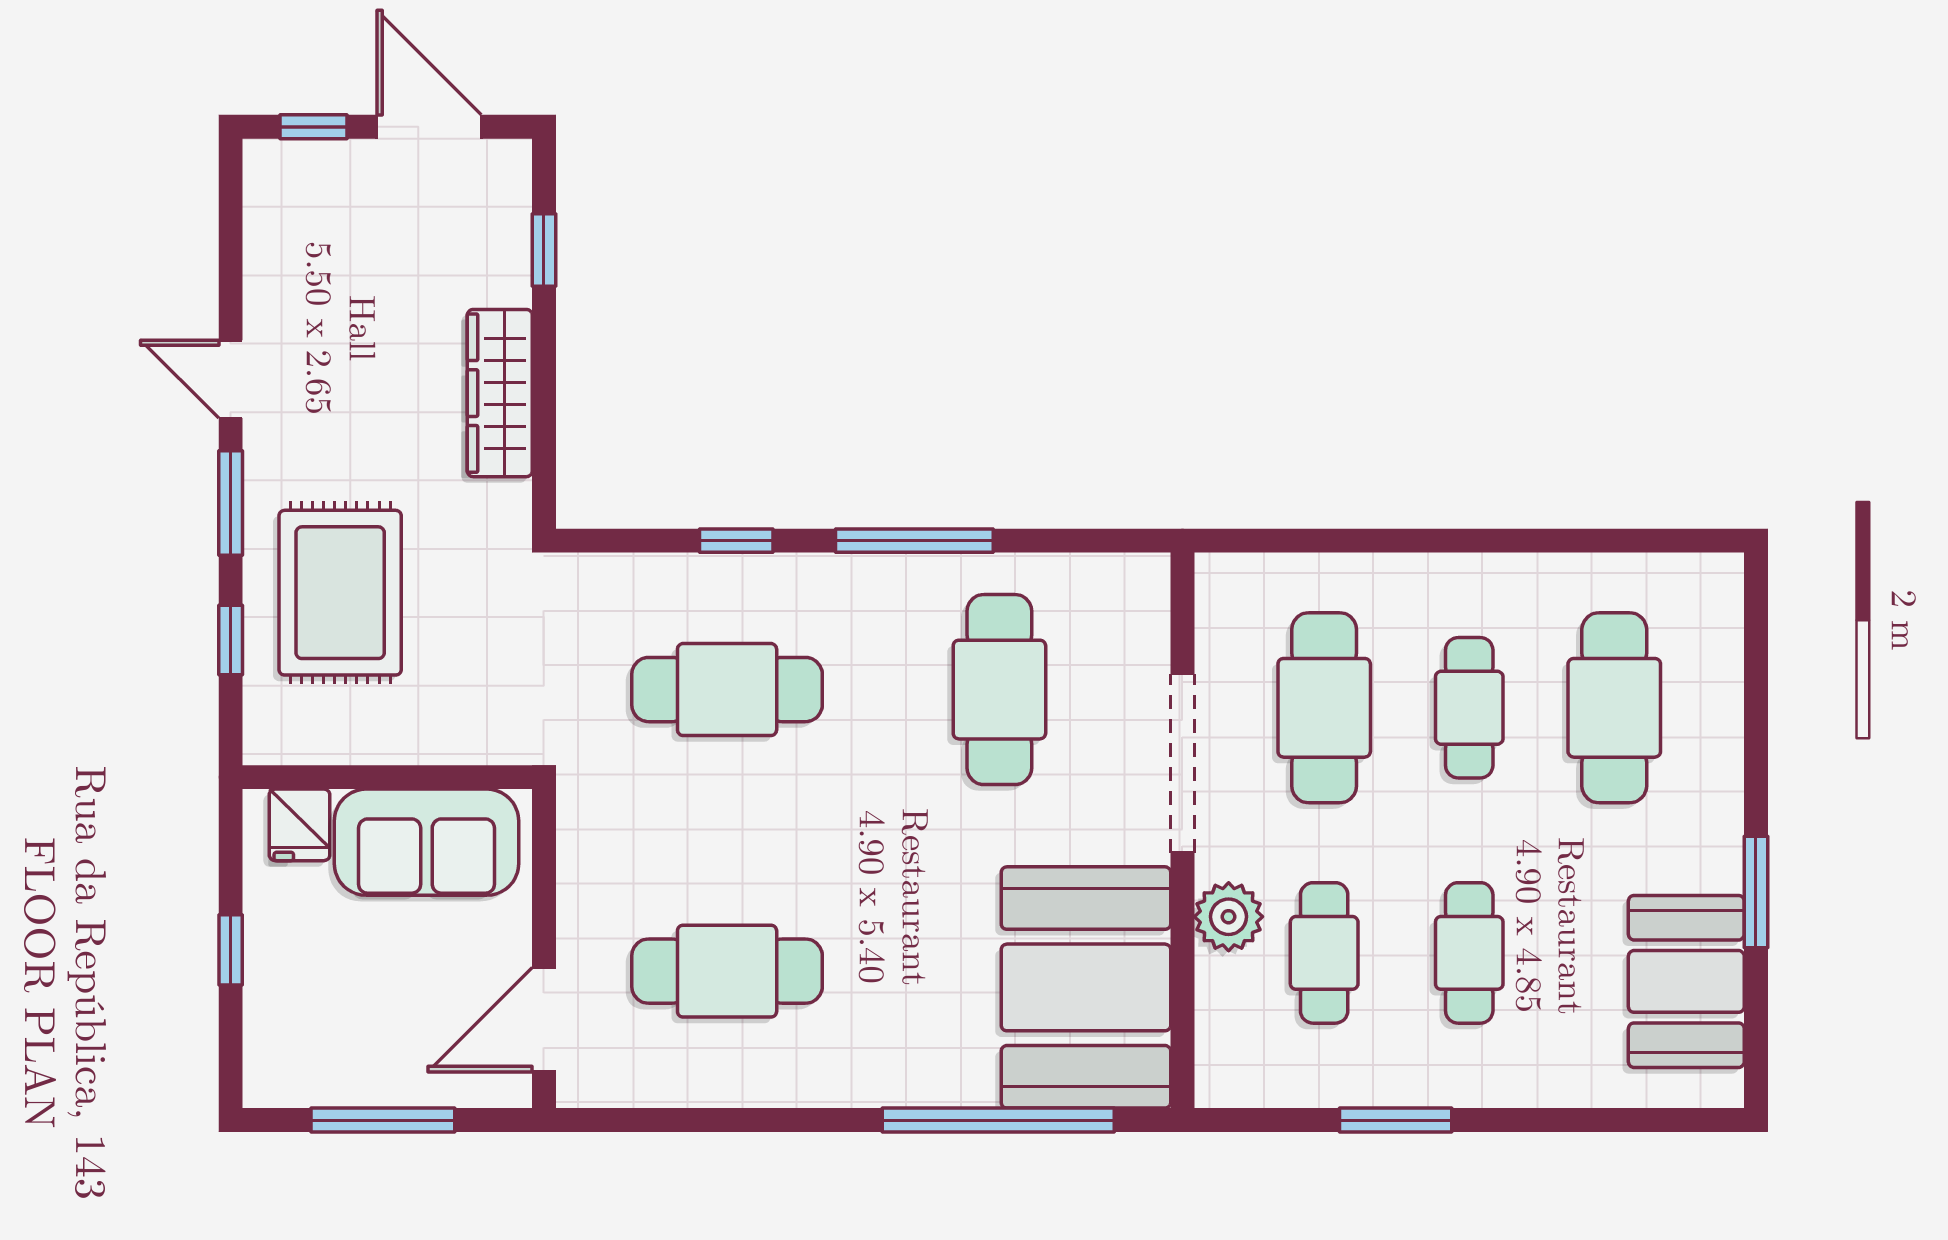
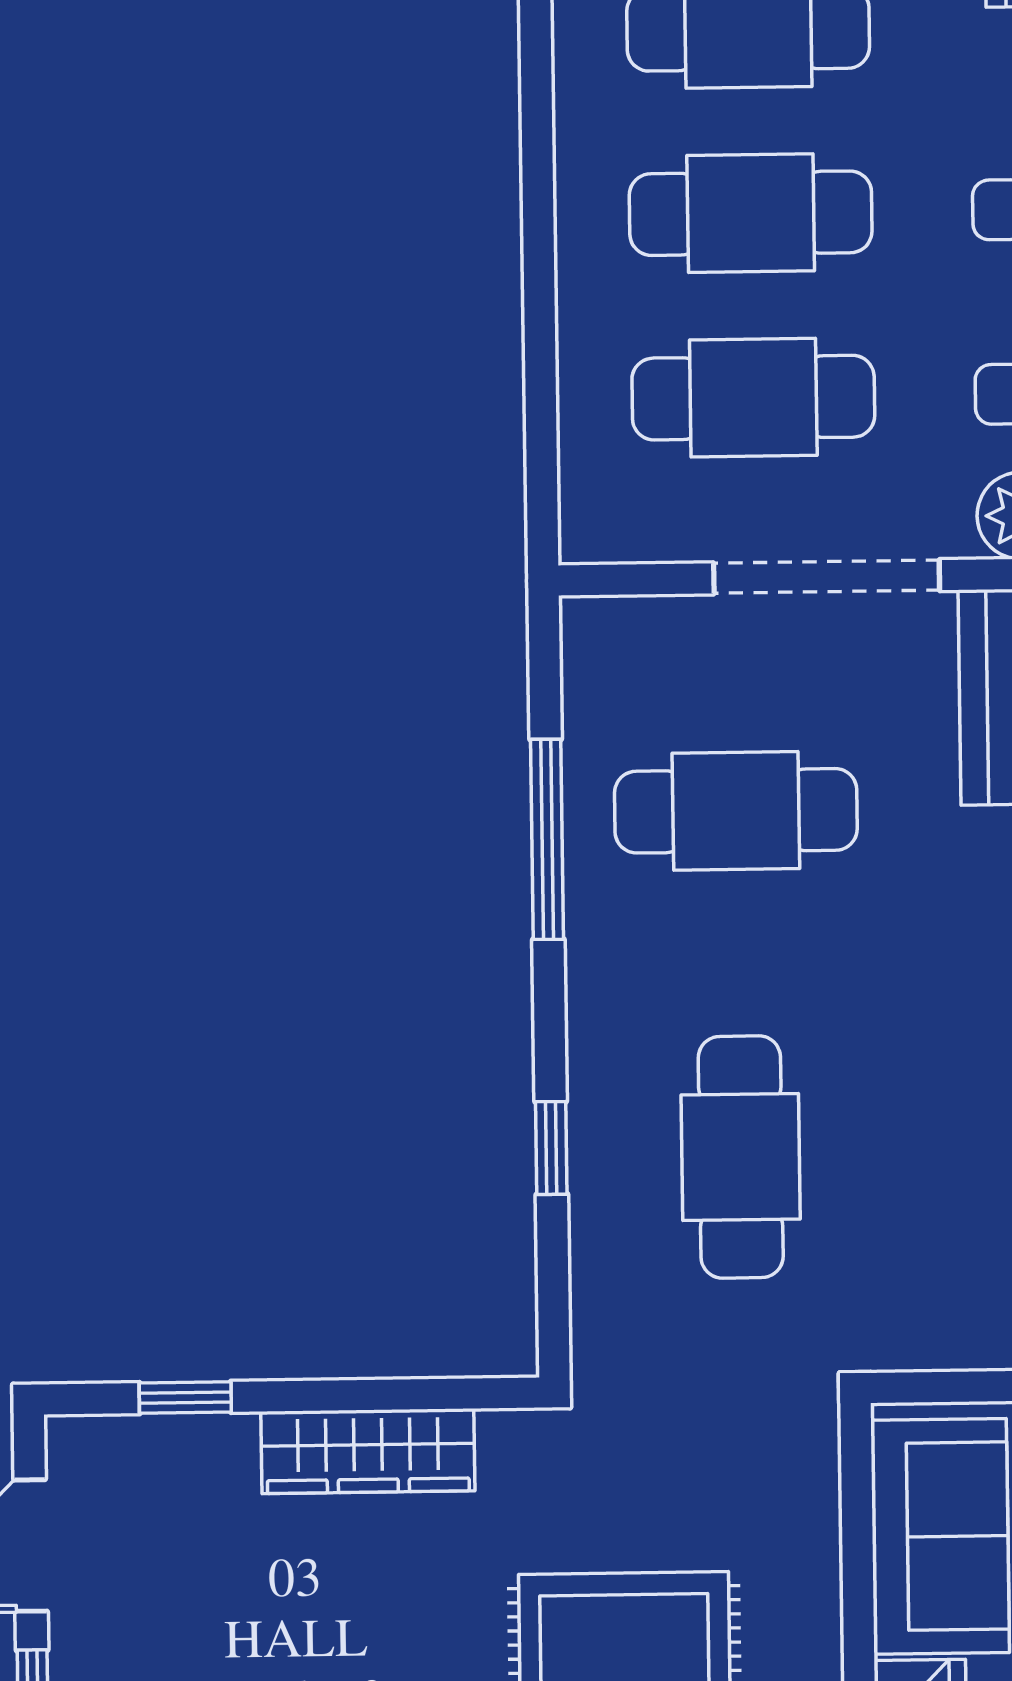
window: (914, 541) -> (547, 839), moved
cafe table: (1469, 708) -> (751, 213), width x1.37, depth x1.35

